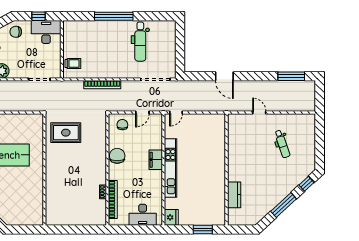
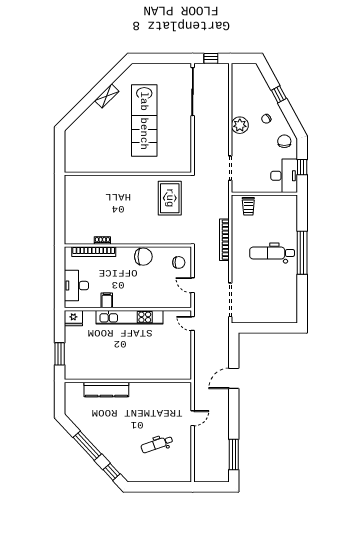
dental chair: (140, 42) -> (272, 253), moved
filing cabinet: (156, 160) -> (107, 300), moved, width x0.50
kitchen counter: (234, 195) -> (106, 389), width x1.50

